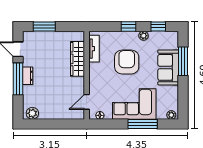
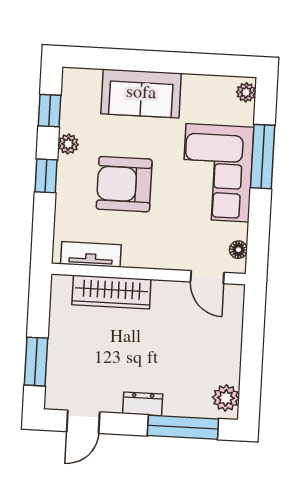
window: (183, 61) -> (129, 60), removed
window: (18, 79) -> (183, 427), moved

